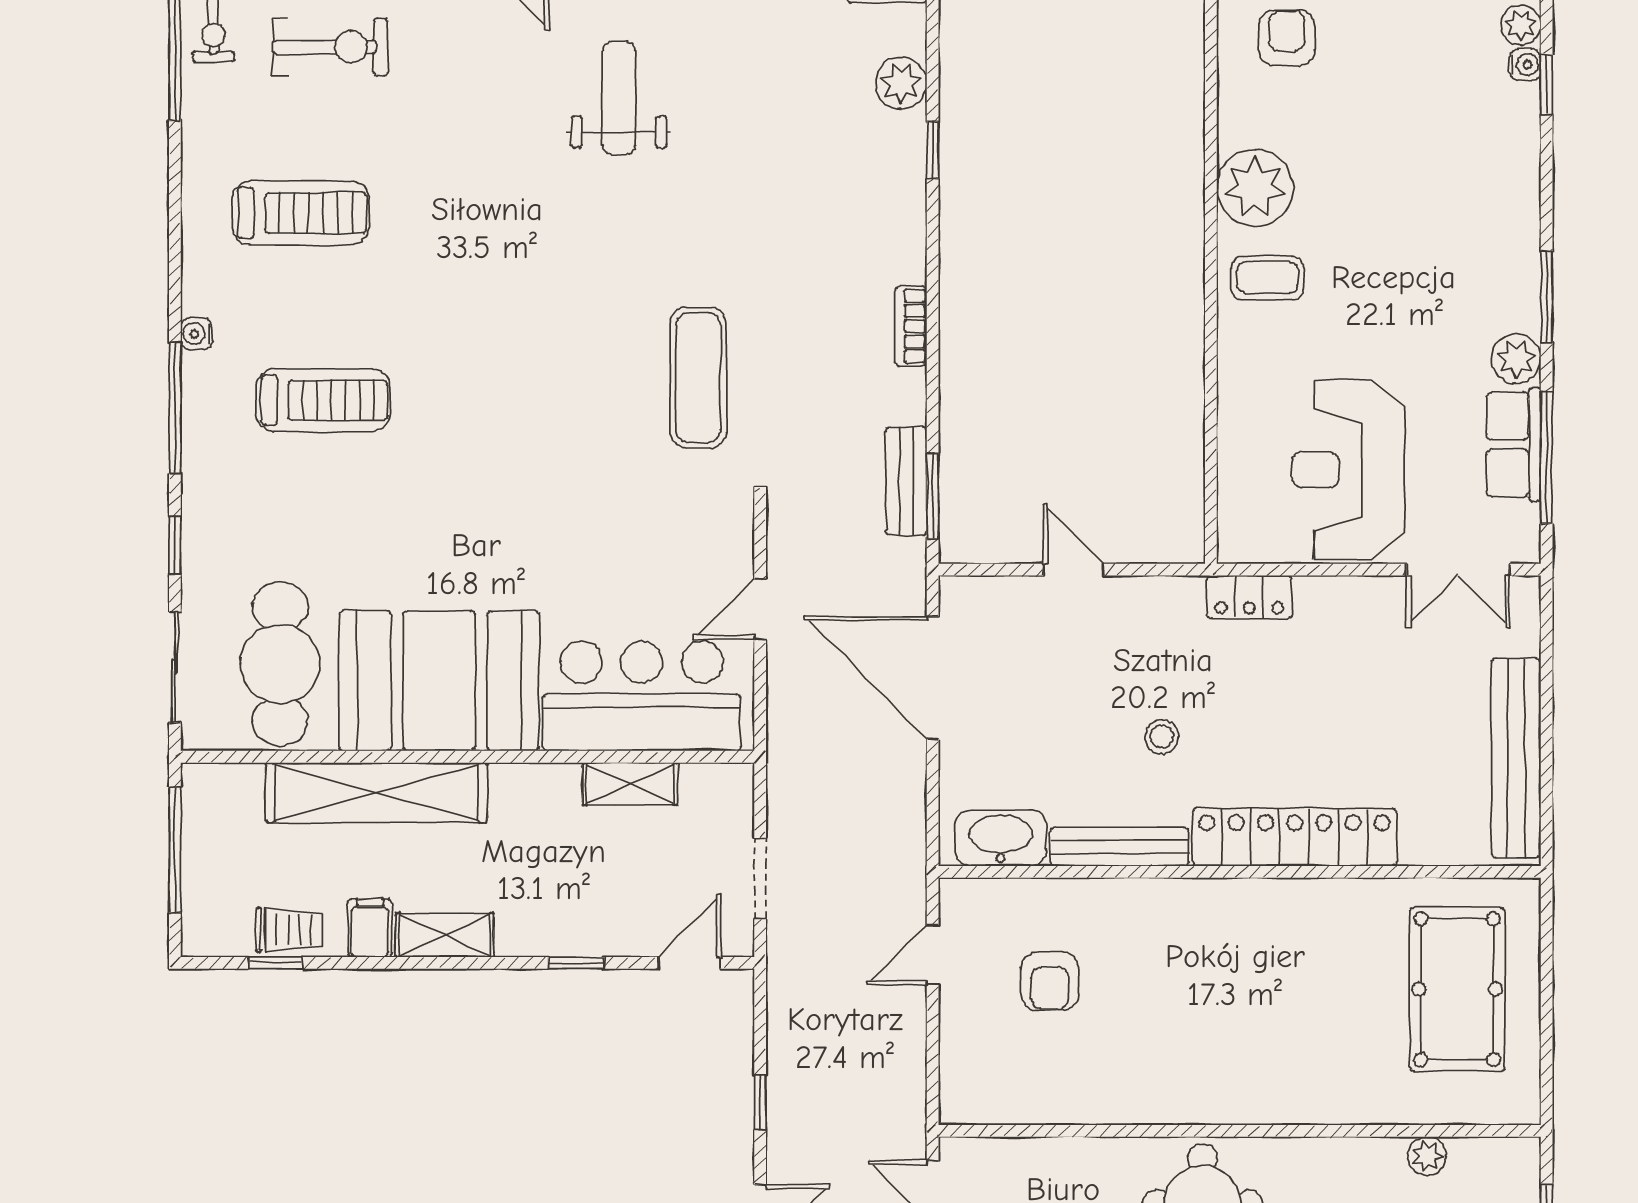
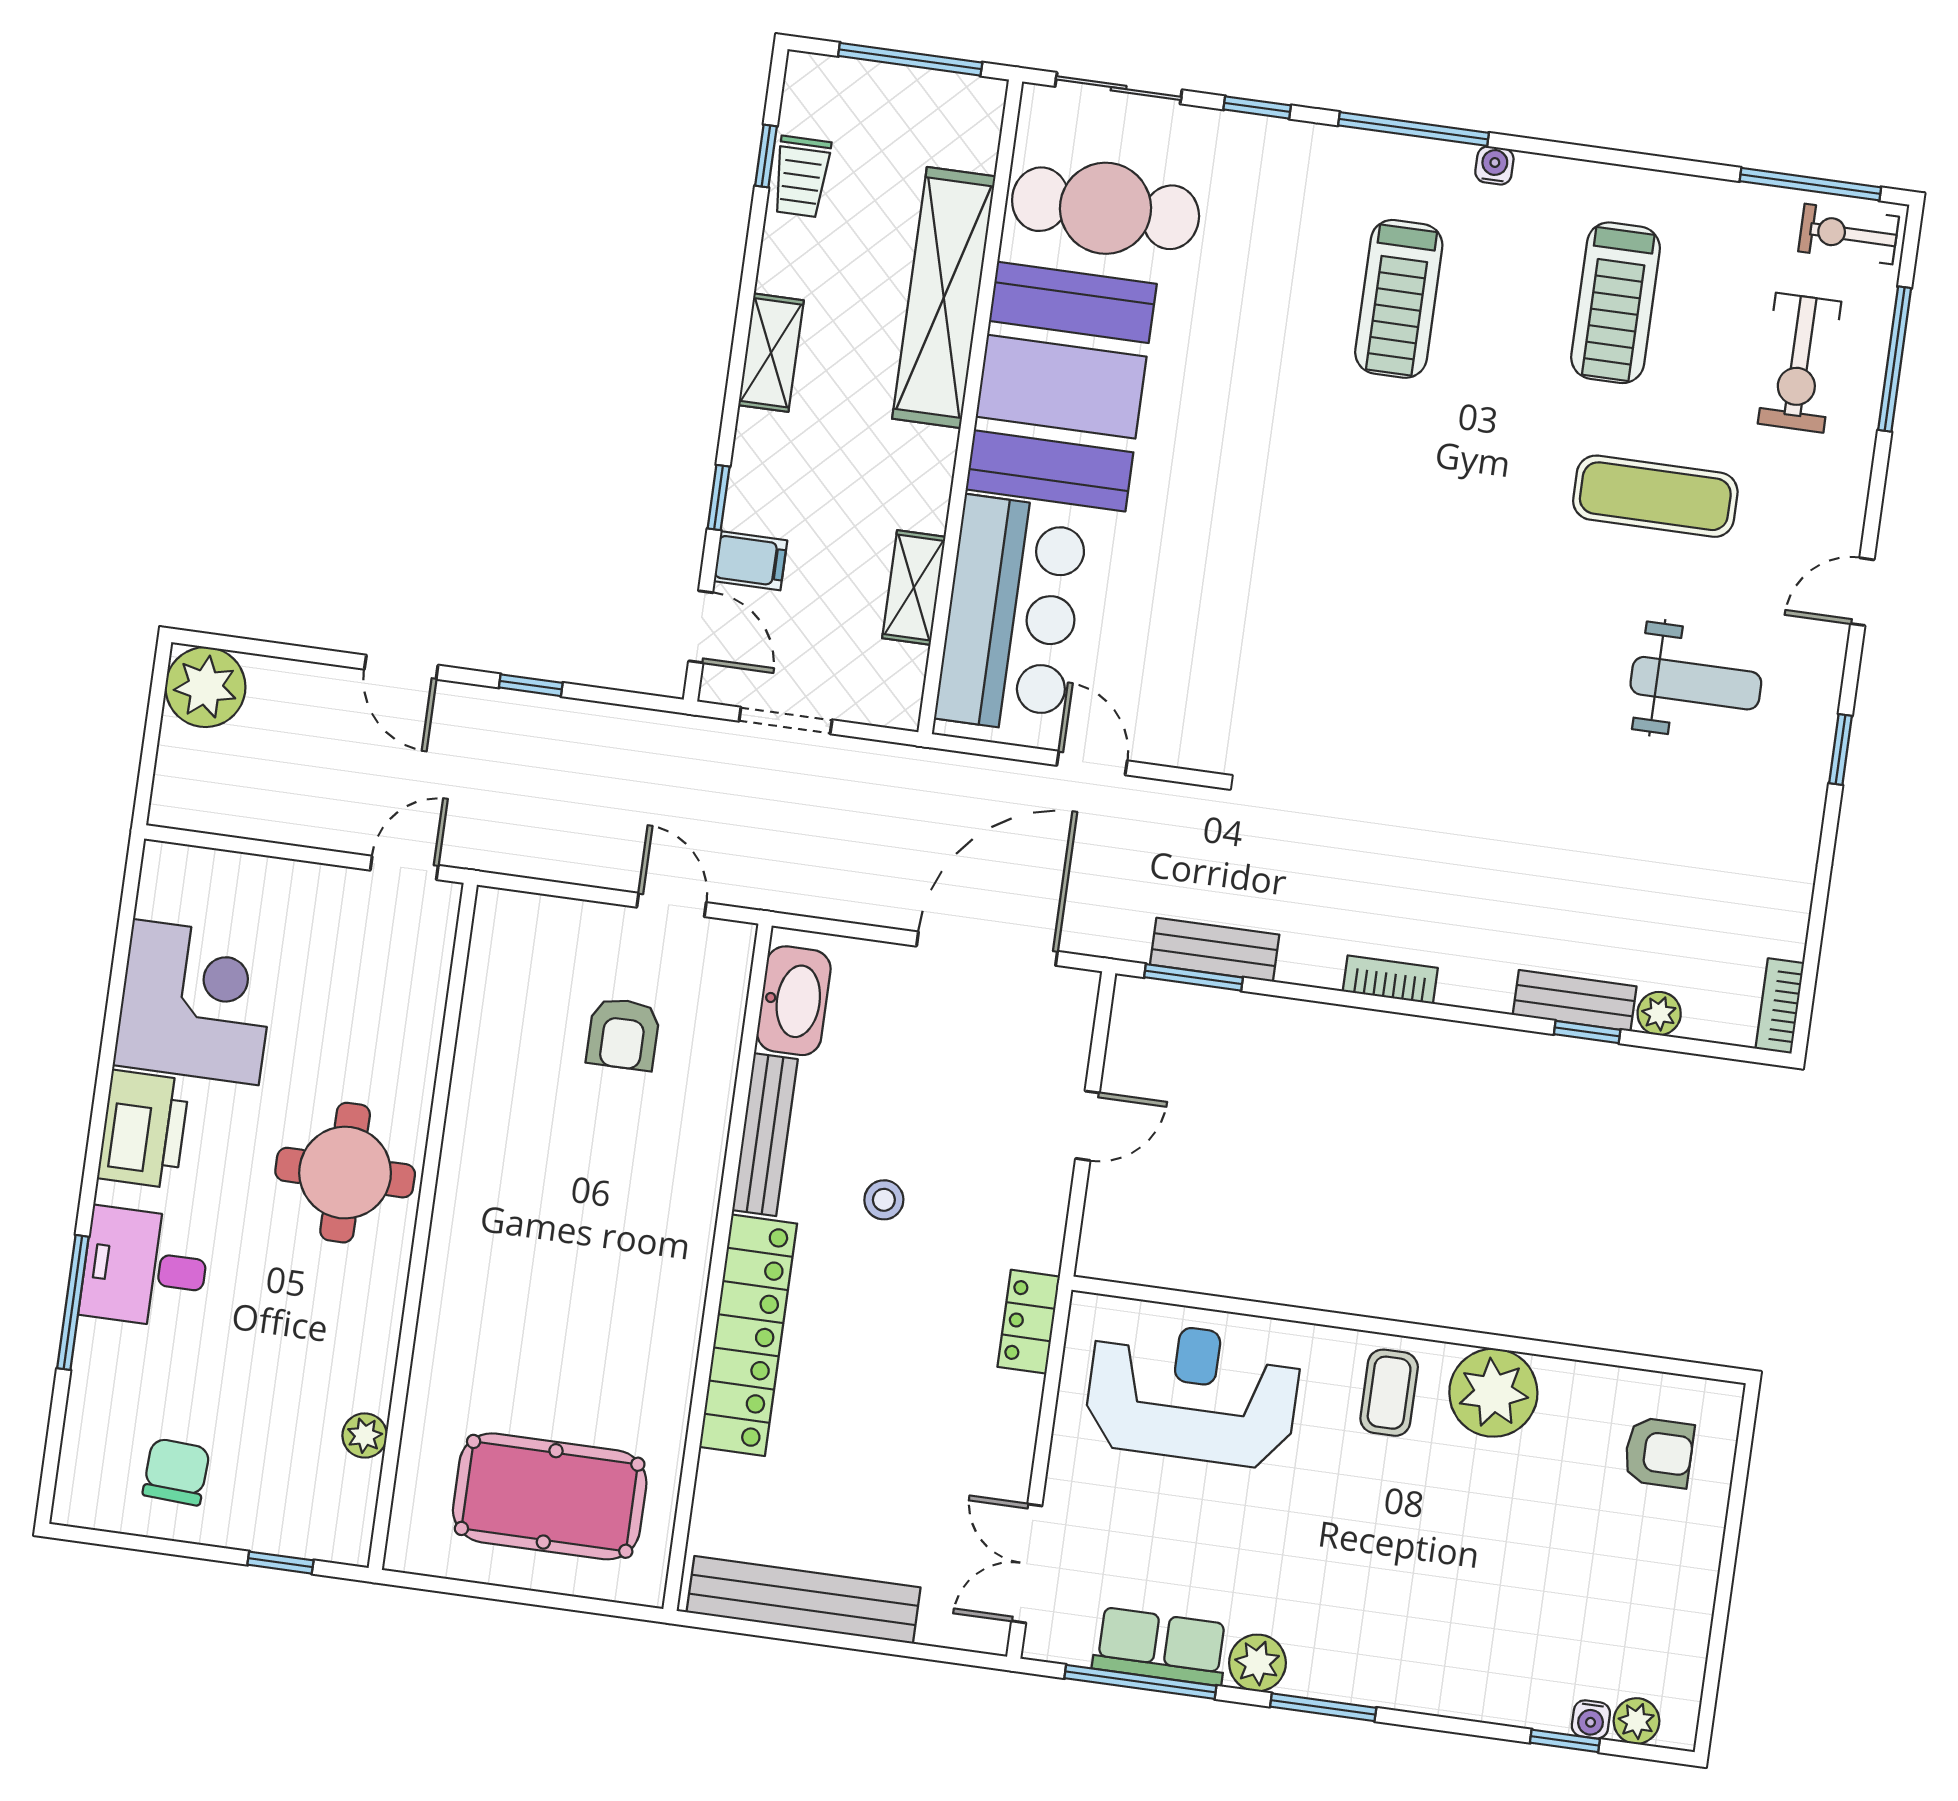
plant: (901, 83) -> (1659, 1013), width x0.73, depth x0.73
bench: (907, 165) -> (1575, 1001), added
exercise mat: (698, 378) -> (1655, 496), moved
reception desk: (1348, 470) -> (1192, 1393), moved
filing cabinet: (370, 928) -> (750, 561), moved
armchair: (1050, 981) -> (623, 1034), turned -90

